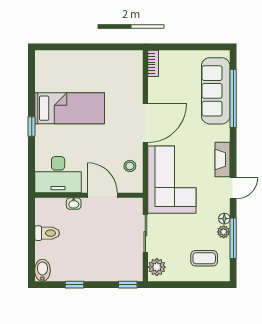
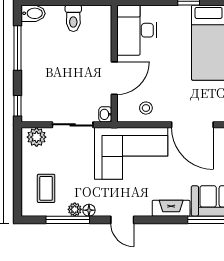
fireplace: (222, 159) -> (171, 208), moved
washbasin: (74, 204) -> (105, 114), moved
window: (74, 285) -> (17, 48), width x2.17

